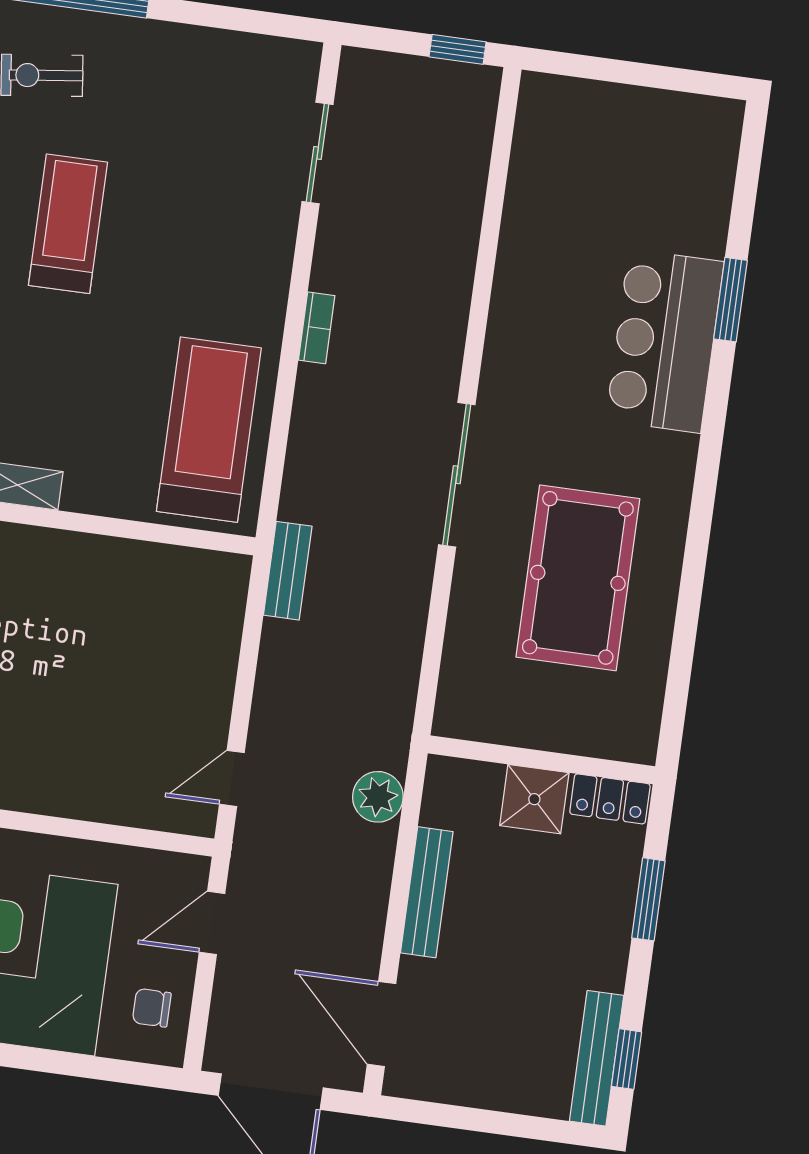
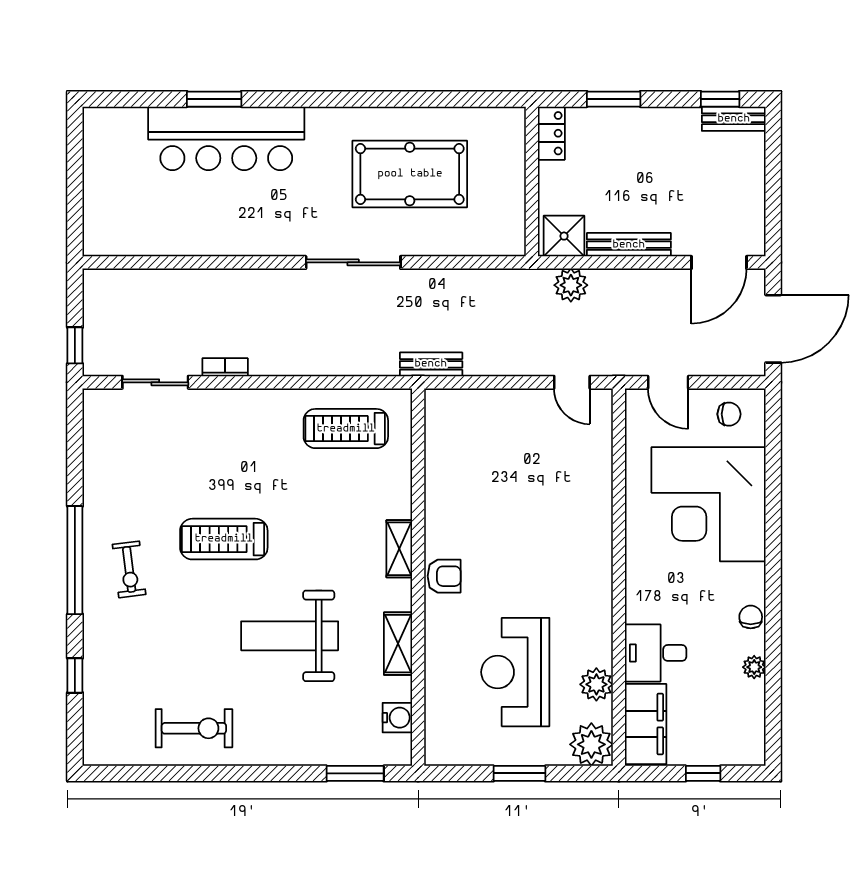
window: (458, 49) -> (75, 345), moved
bookcase: (317, 328) -> (225, 367), moved
bar counter: (665, 341) -> (226, 138), width x1.36
treadmill: (209, 430) -> (346, 429), width x0.73, depth x0.73
shower: (534, 799) -> (564, 236), moved
chair: (152, 1008) -> (729, 414), turned -90
bench: (597, 1058) -> (734, 119), width x0.73

